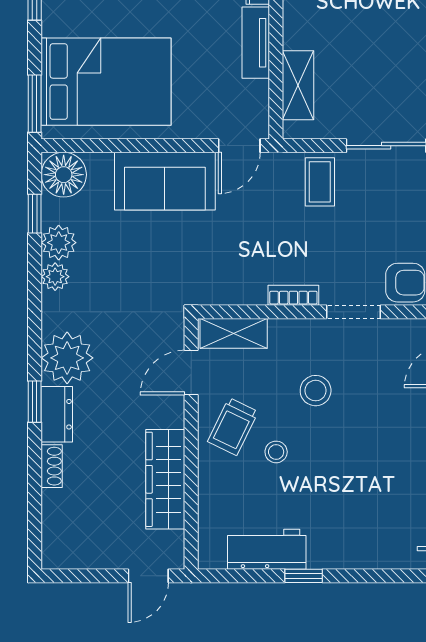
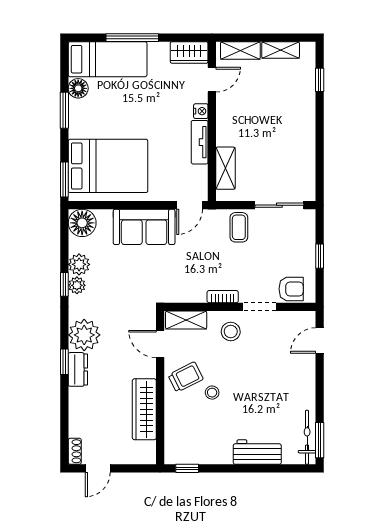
window: (35, 214) -> (64, 284), moved
door: (191, 373) -> (160, 344), hinge flipped
stool: (316, 391) -> (231, 331), moved
trolley: (233, 427) -> (186, 377), turned -143
shoe rack: (52, 466) -> (75, 451), moved
workbench: (267, 549) -> (257, 452), moved
door: (148, 576) -> (98, 468), moved
window: (304, 576) -> (187, 468), moved

